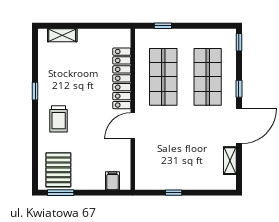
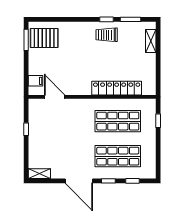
window: (239, 42) -> (132, 181), moved
window: (35, 61) -> (130, 19), added
trolley: (59, 119) -> (107, 35), moved
door: (133, 126) -> (55, 97), moved
shelving: (230, 161) -> (39, 174), moved

